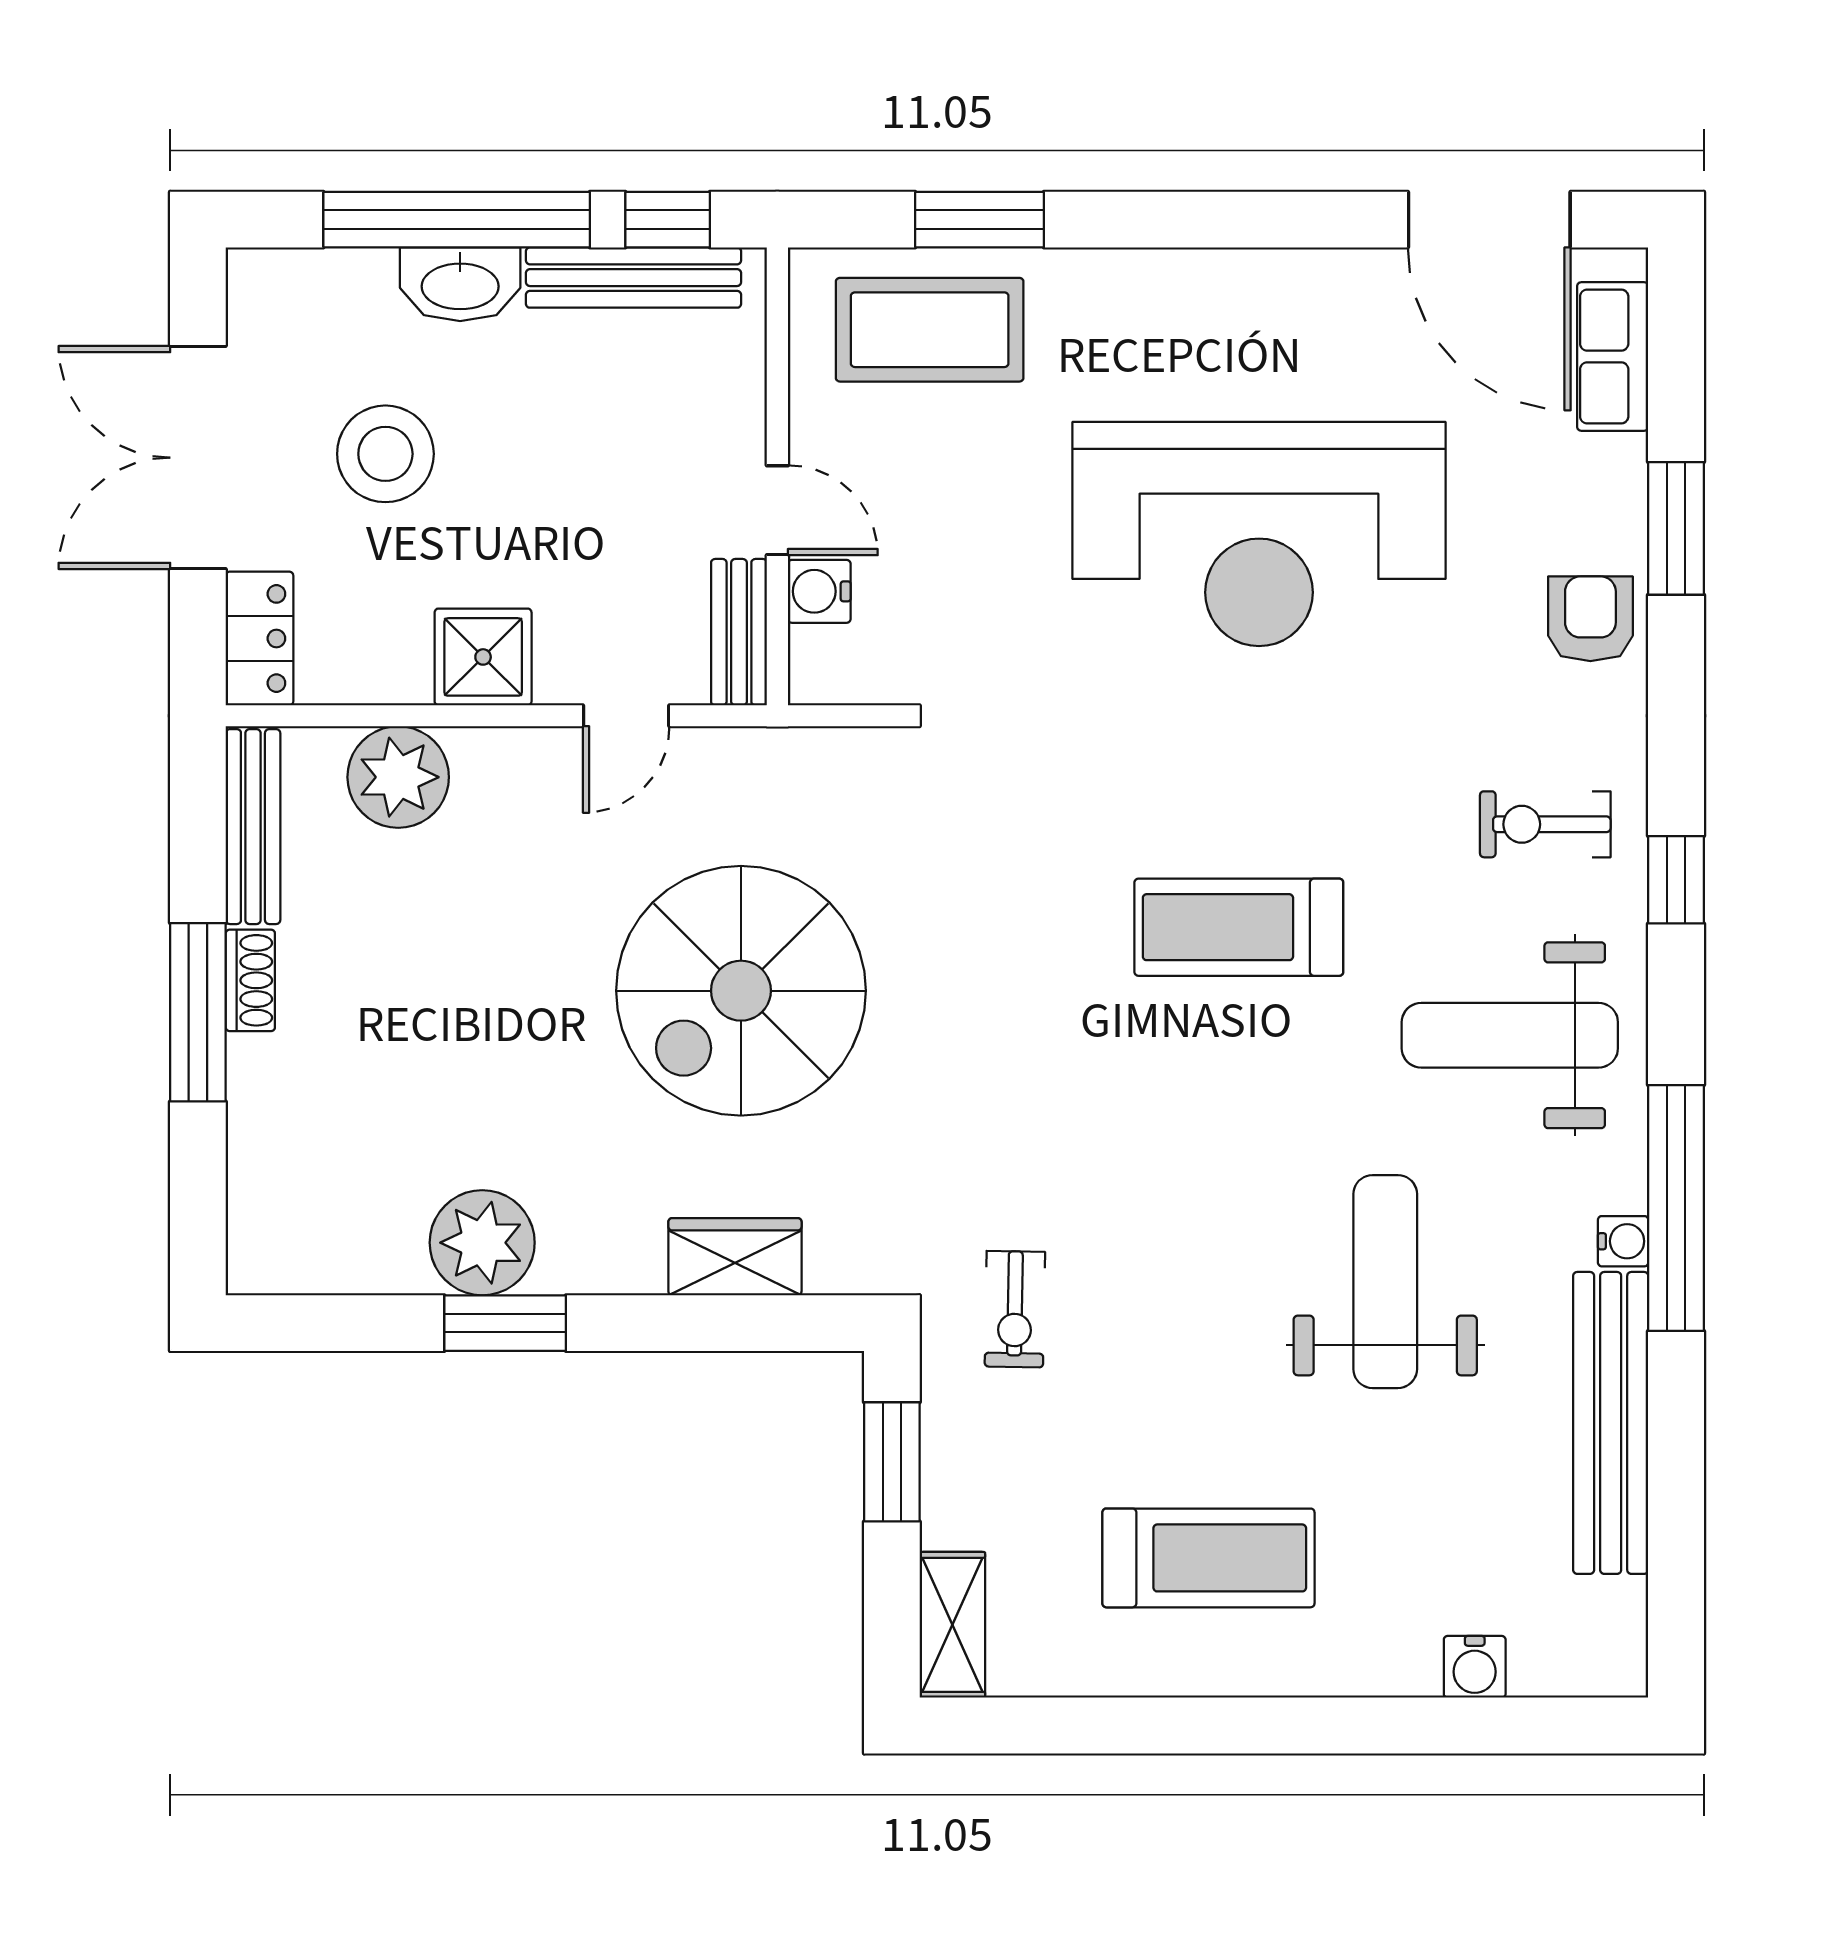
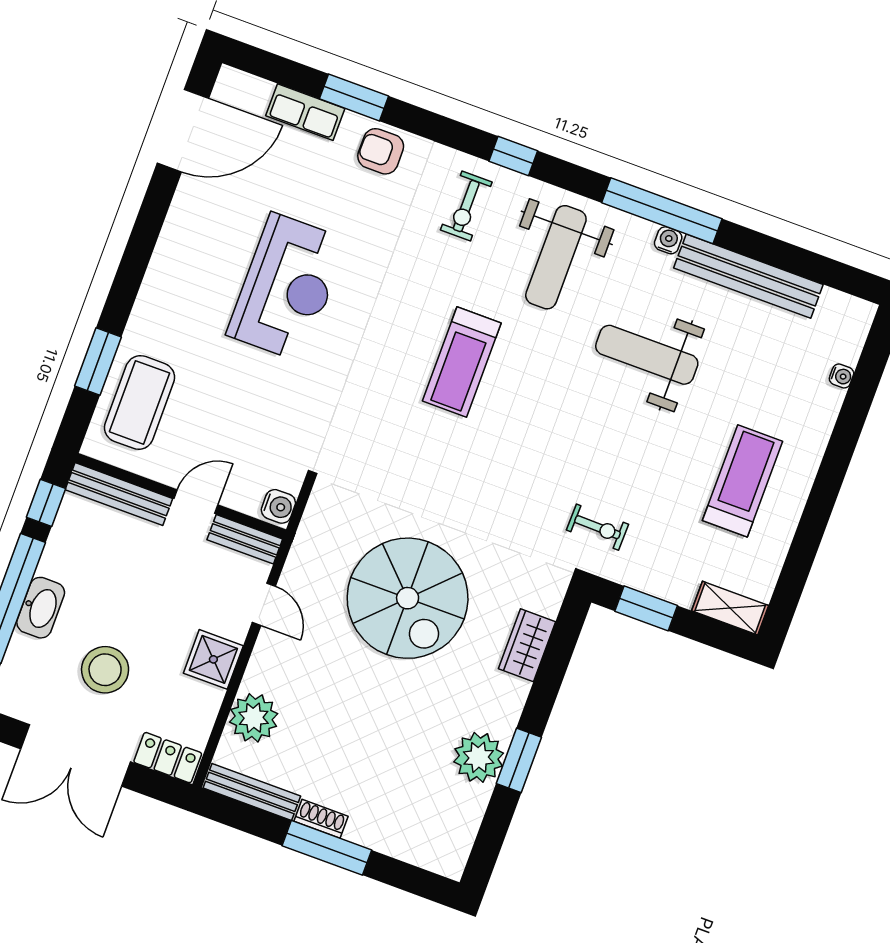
bench: (634, 278) -> (119, 494), moved, turned 90
row of seats: (1613, 356) -> (305, 112), moved
reception desk: (1259, 534) -> (287, 287), width x0.74, depth x0.77
water cooler: (819, 591) -> (278, 506), moved, turned -90
water cooler: (1475, 1667) -> (842, 376), width x0.72, depth x0.72

